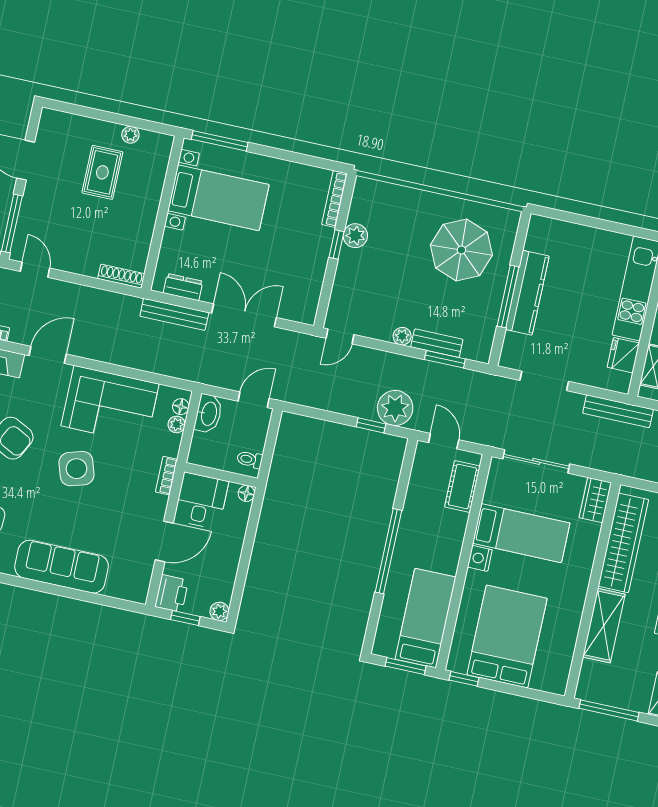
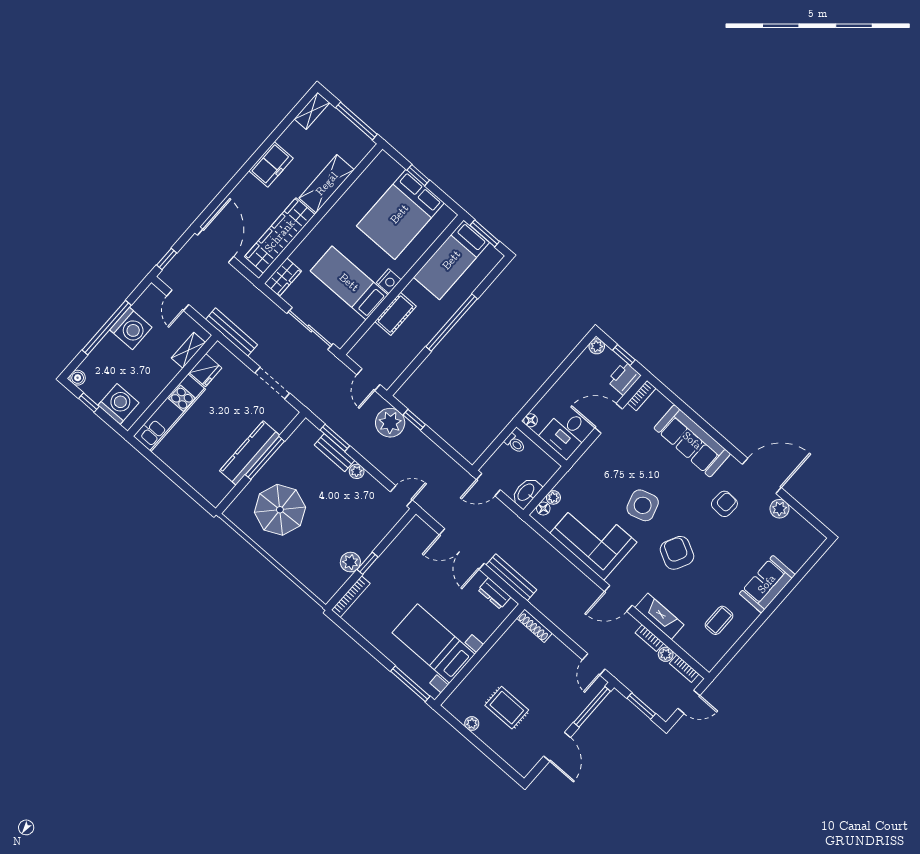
rug: (102, 172) -> (507, 708), turned 90
bookcase: (166, 476) -> (642, 395), moved
cot: (462, 486) -> (395, 314), moved
window: (464, 679) -> (418, 175), moved

